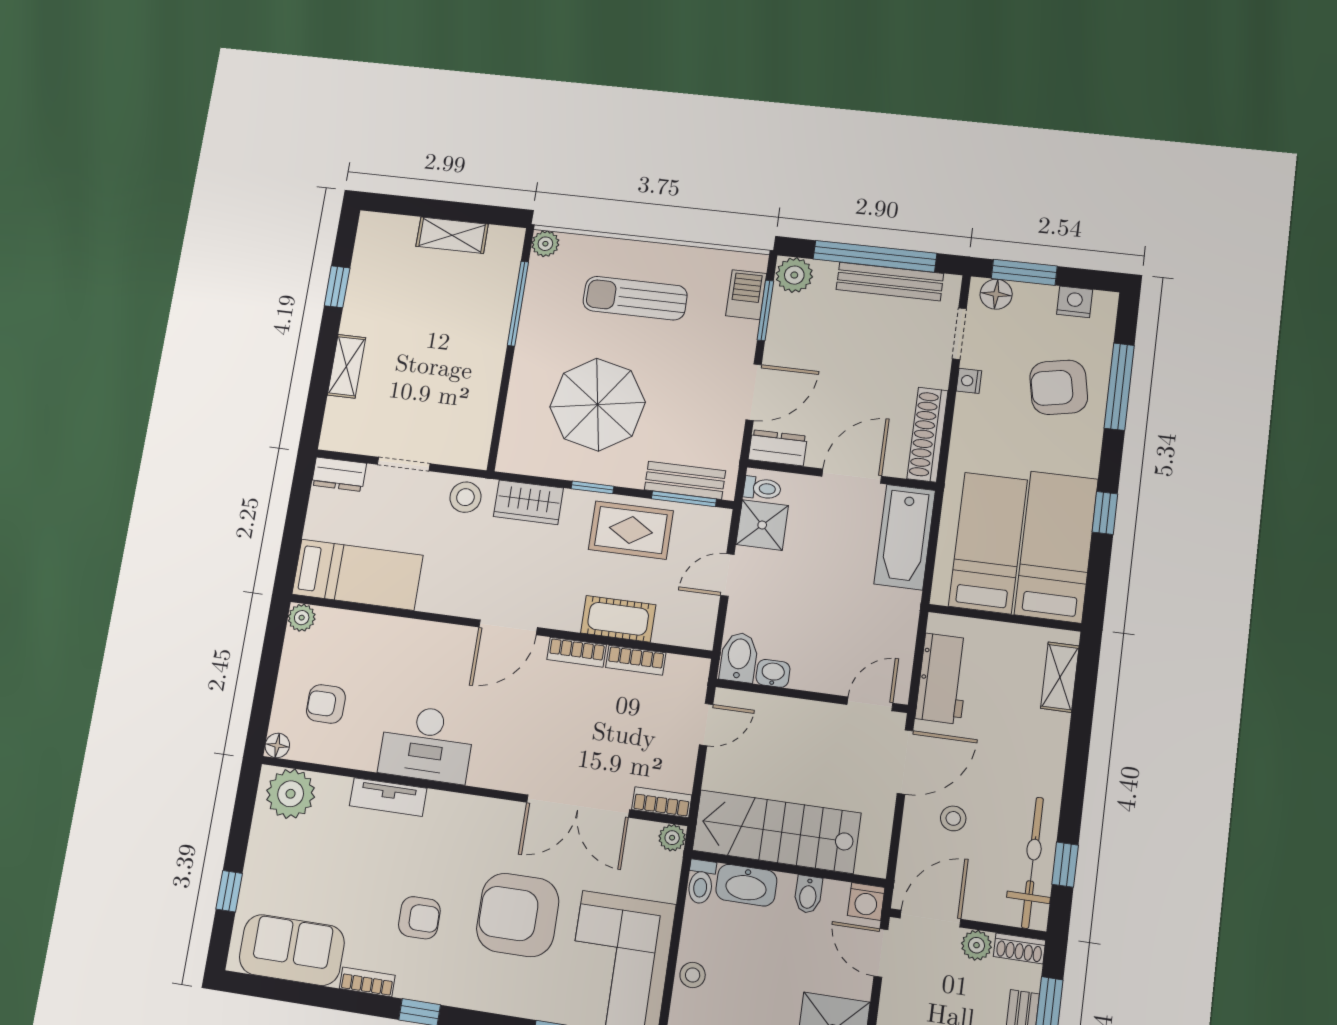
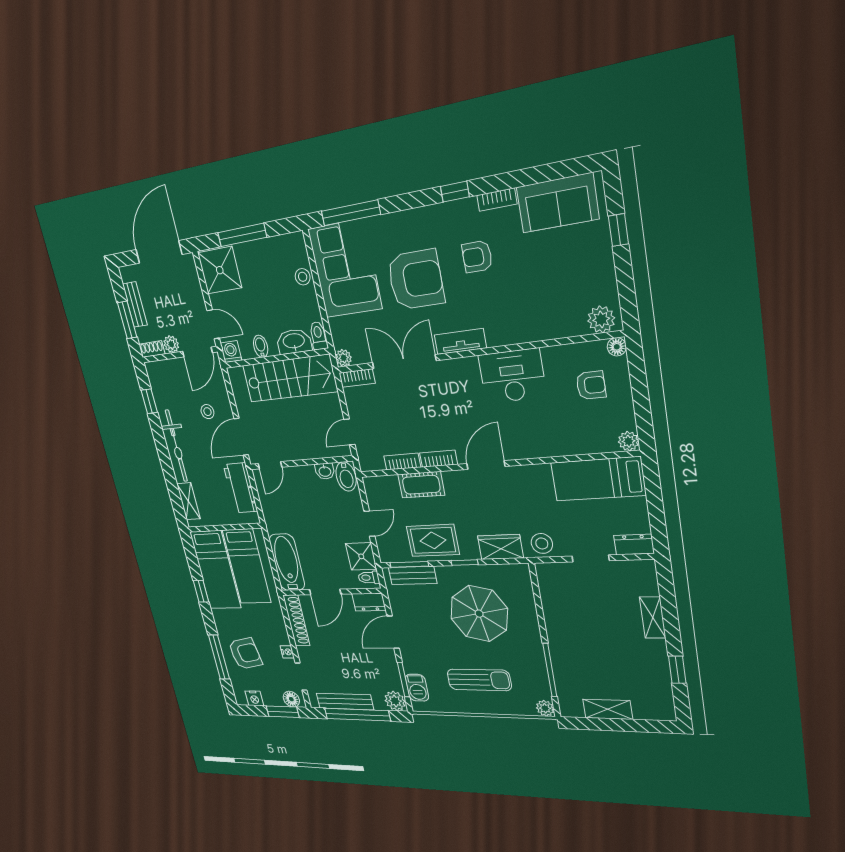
plant: (291, 794) -> (601, 319), width x0.73, depth x0.73
tv unit: (388, 797) -> (460, 341), moved
bicycle: (1033, 863) -> (176, 446), moved

